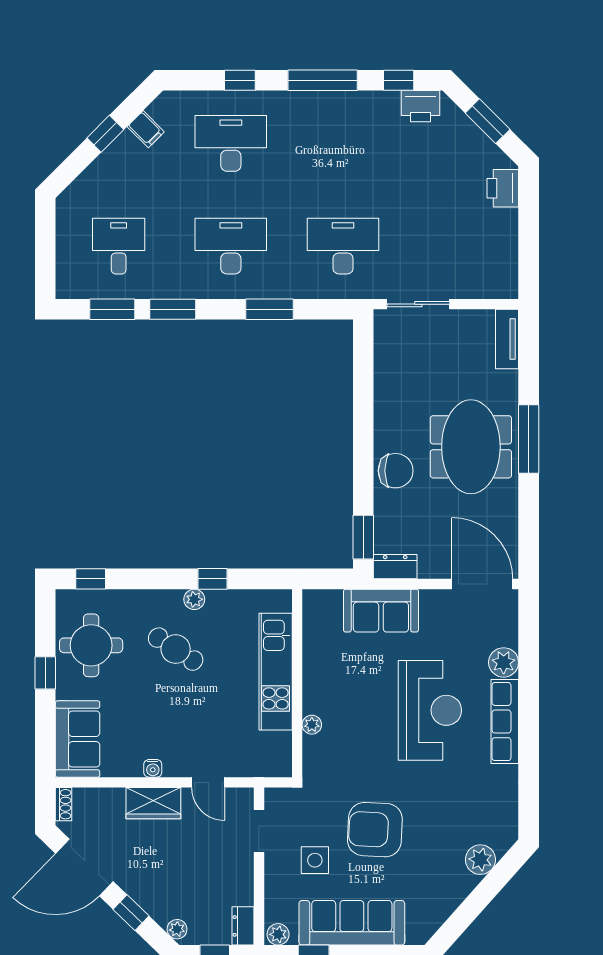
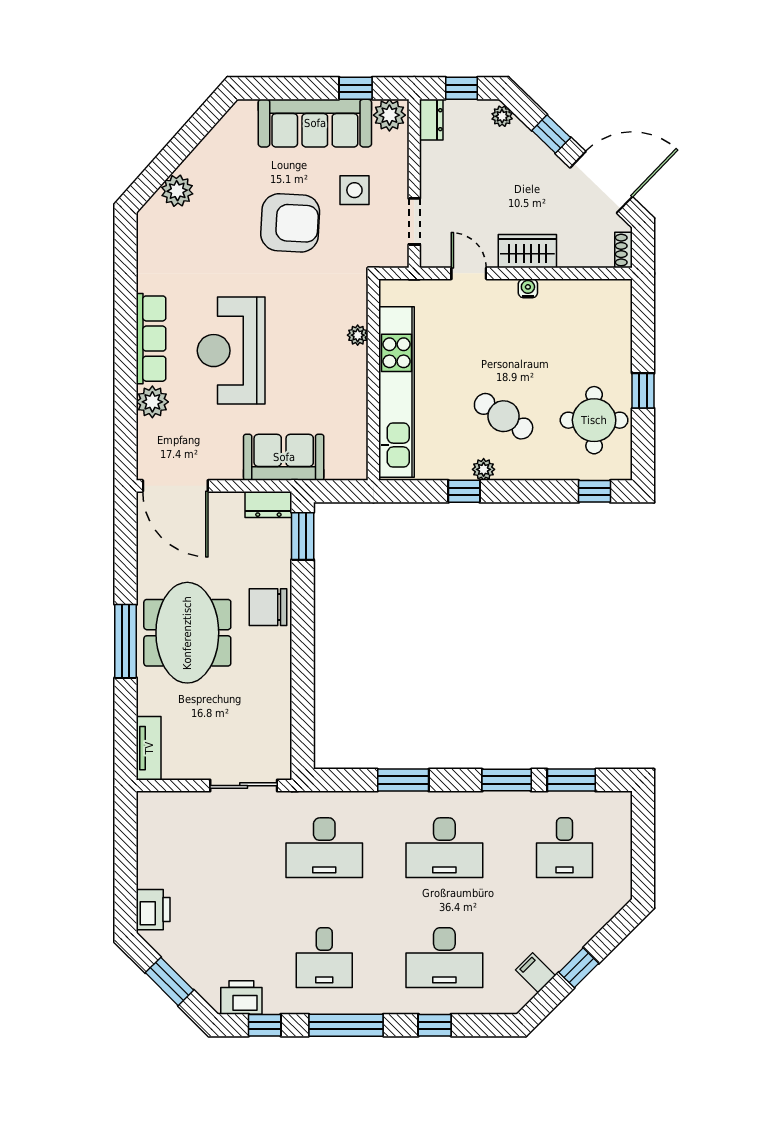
desk: (343, 143) -> (324, 958), added
kitchen unit: (276, 672) -> (397, 392), width x1.36
sofa: (78, 739) -> (608, 320), removed
plant: (278, 934) -> (389, 115), width x1.38, depth x1.38

